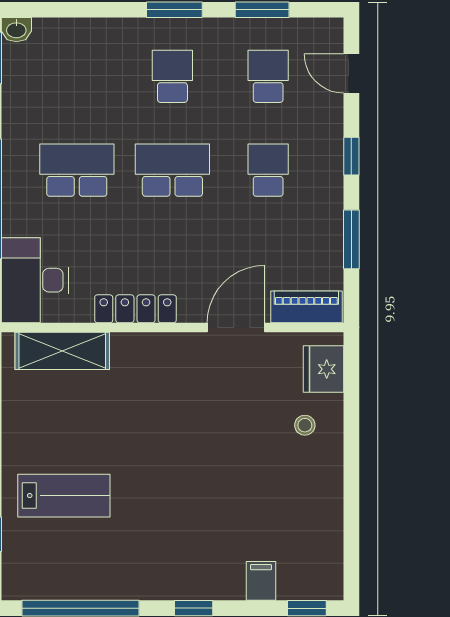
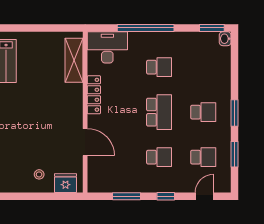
school desk: (77, 170) -> (159, 67), width x0.54
piano: (306, 307) -> (95, 175), removed

